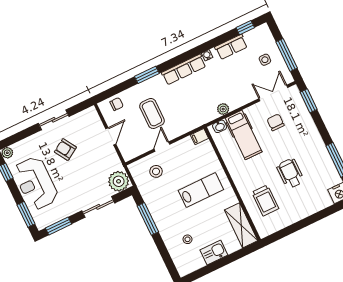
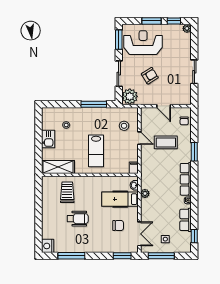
armchair: (65, 150) -> (150, 76), moved
reception desk: (36, 183) -> (143, 43), moved
trolley: (265, 200) -> (67, 192), turned 90
window: (26, 214) -> (152, 21), moved

